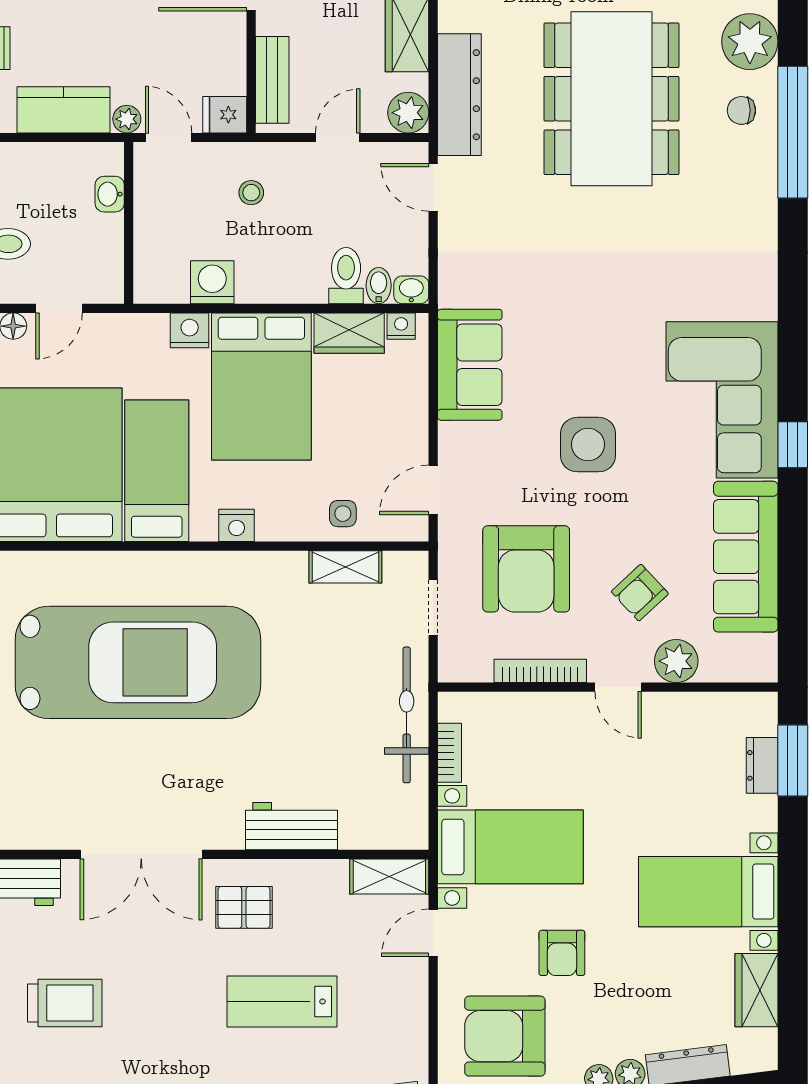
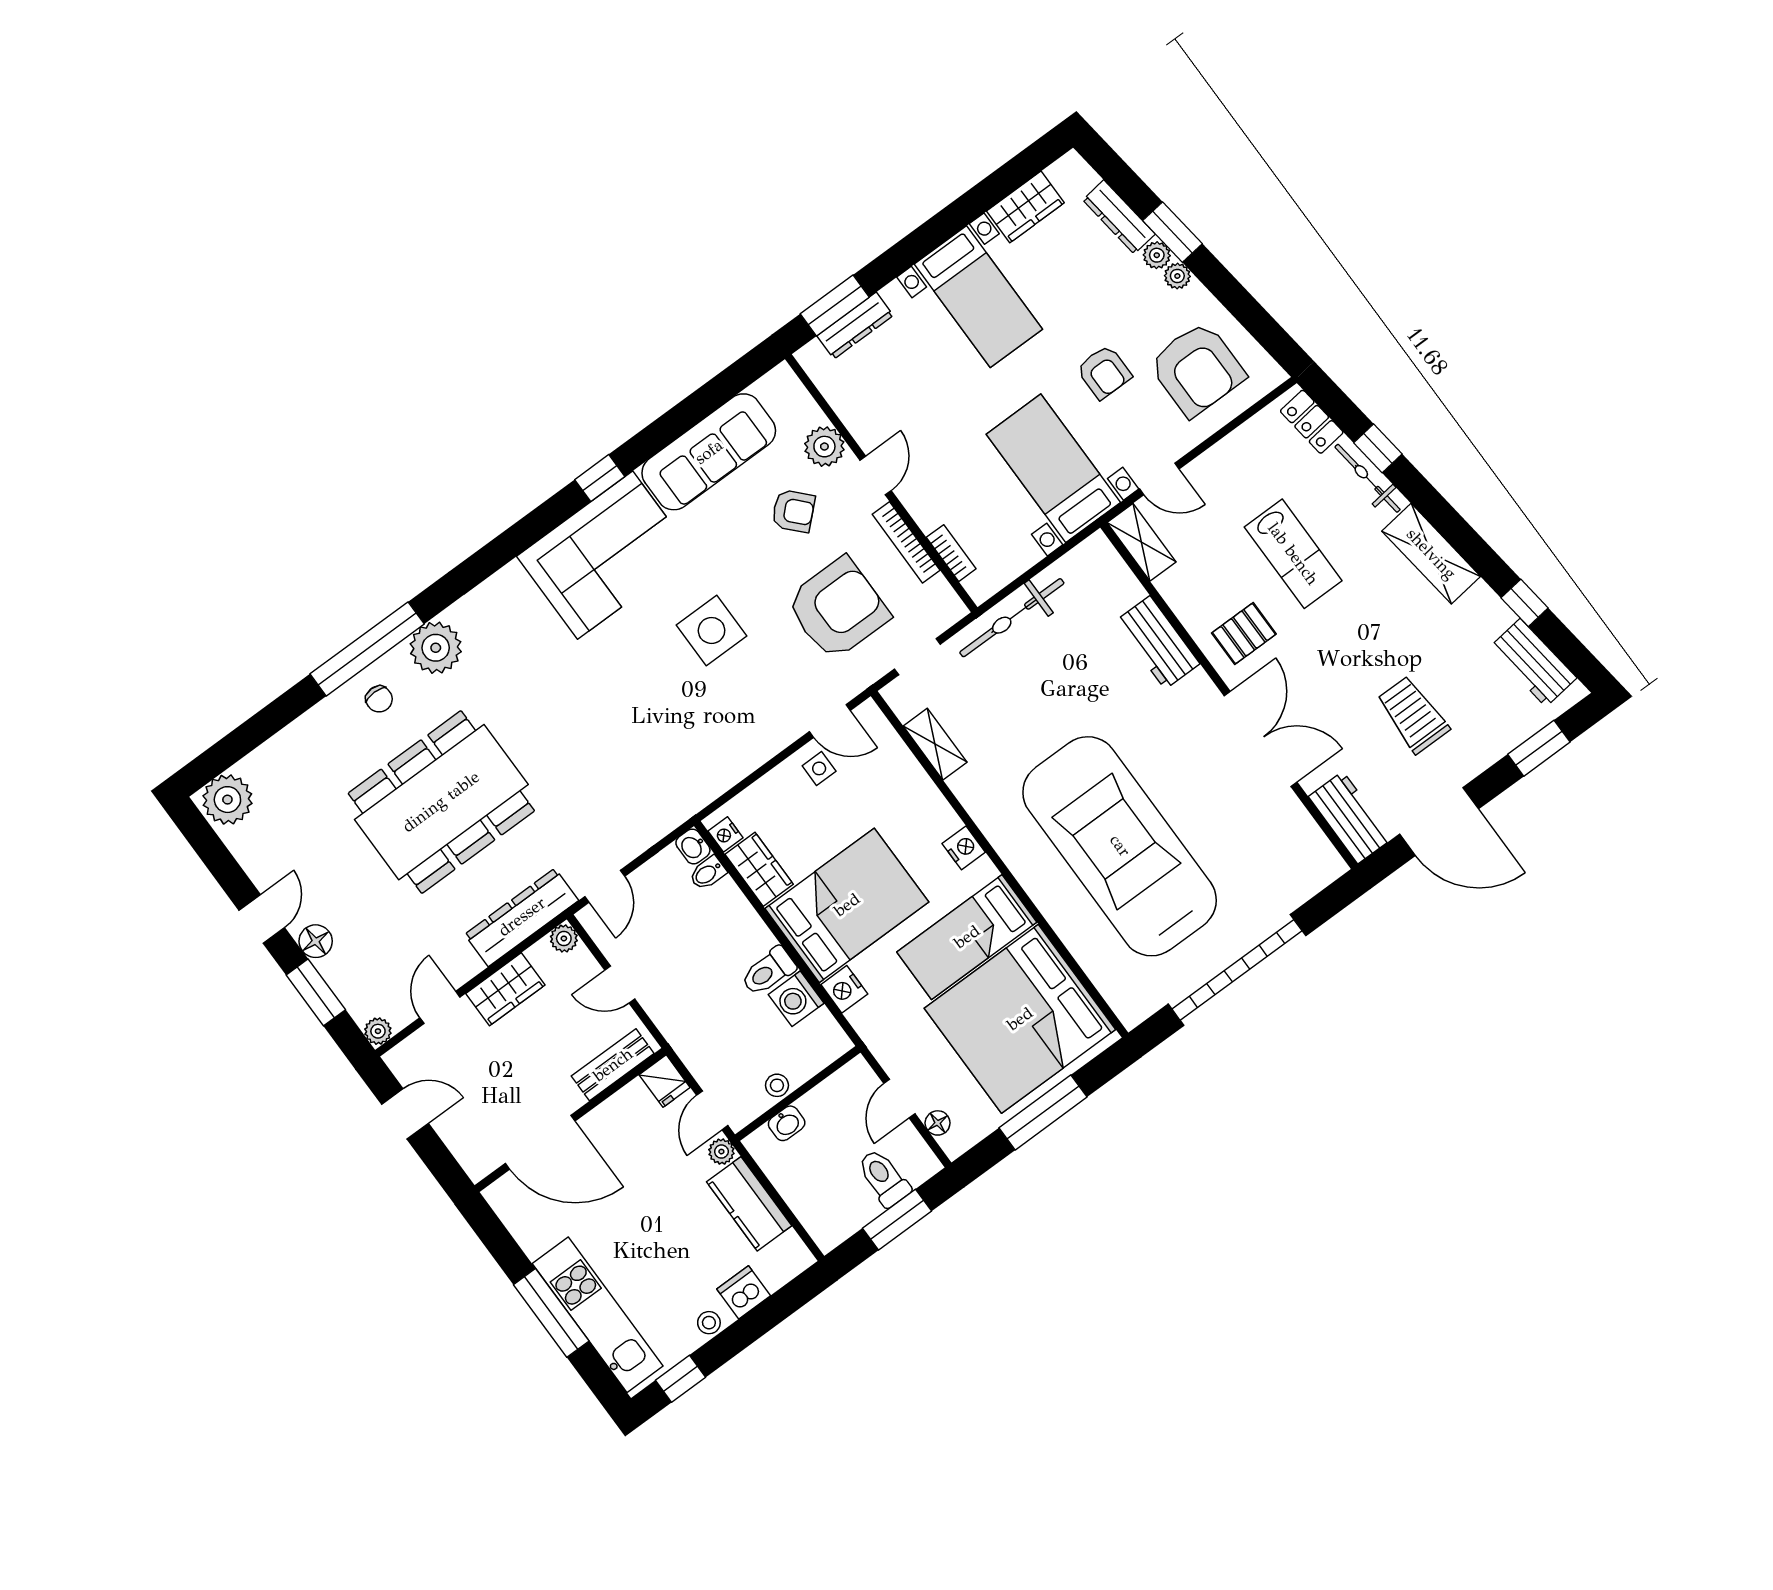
plant: (750, 42) -> (436, 648), moved
plant: (408, 113) -> (564, 938), width x0.73, depth x0.73
stool: (251, 193) -> (777, 1085), moved
toilet: (346, 276) -> (768, 971), moved
door: (59, 308) -> (899, 1099), swing flipped
sofa: (470, 365) -> (717, 762), removed
side table: (343, 514) -> (819, 768), moved
bookcase: (449, 753) -> (951, 553), moved, turned 90
dresser: (762, 765) -> (855, 326), width x1.44
pallet: (244, 907) -> (1244, 634), turned 90
armchair: (562, 953) -> (1104, 372), turned 90

